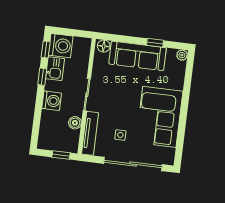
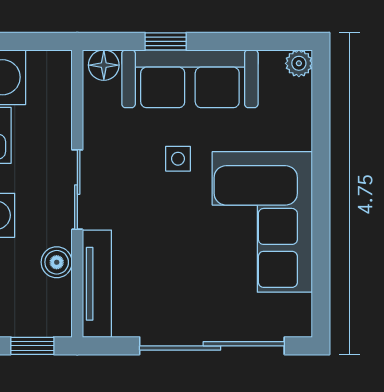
window: (155, 43) -> (166, 41), moved
side table: (120, 135) -> (178, 159), moved

